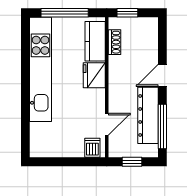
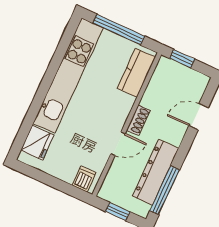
shoe rack: (115, 42) -> (138, 120), moved
fridge: (94, 75) -> (37, 143), moved, turned 180
door: (162, 75) -> (199, 117), moved
door: (107, 124) -> (118, 144), moved

